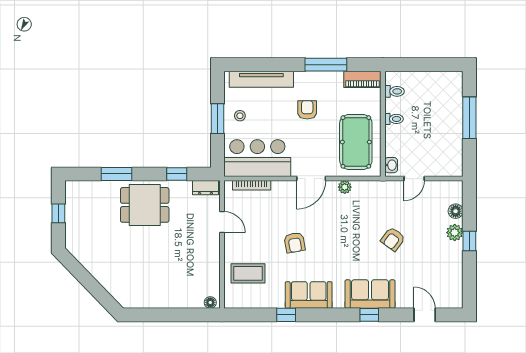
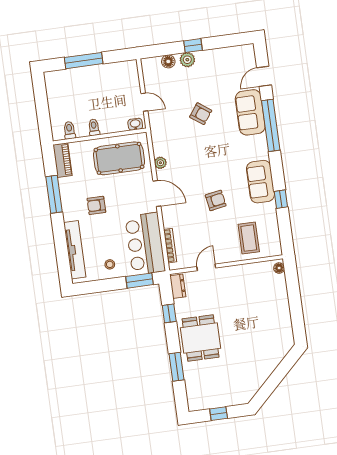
window: (218, 119) -> (139, 281), moved
sofa: (370, 294) -> (250, 112), moved
window: (369, 315) -> (271, 125), width x3.17

